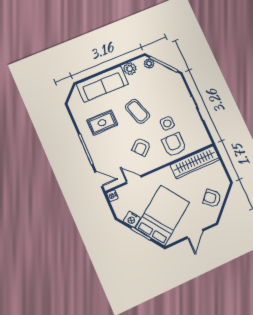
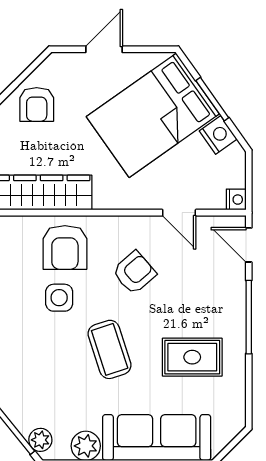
armchair: (212, 198) -> (37, 104), turned 48

